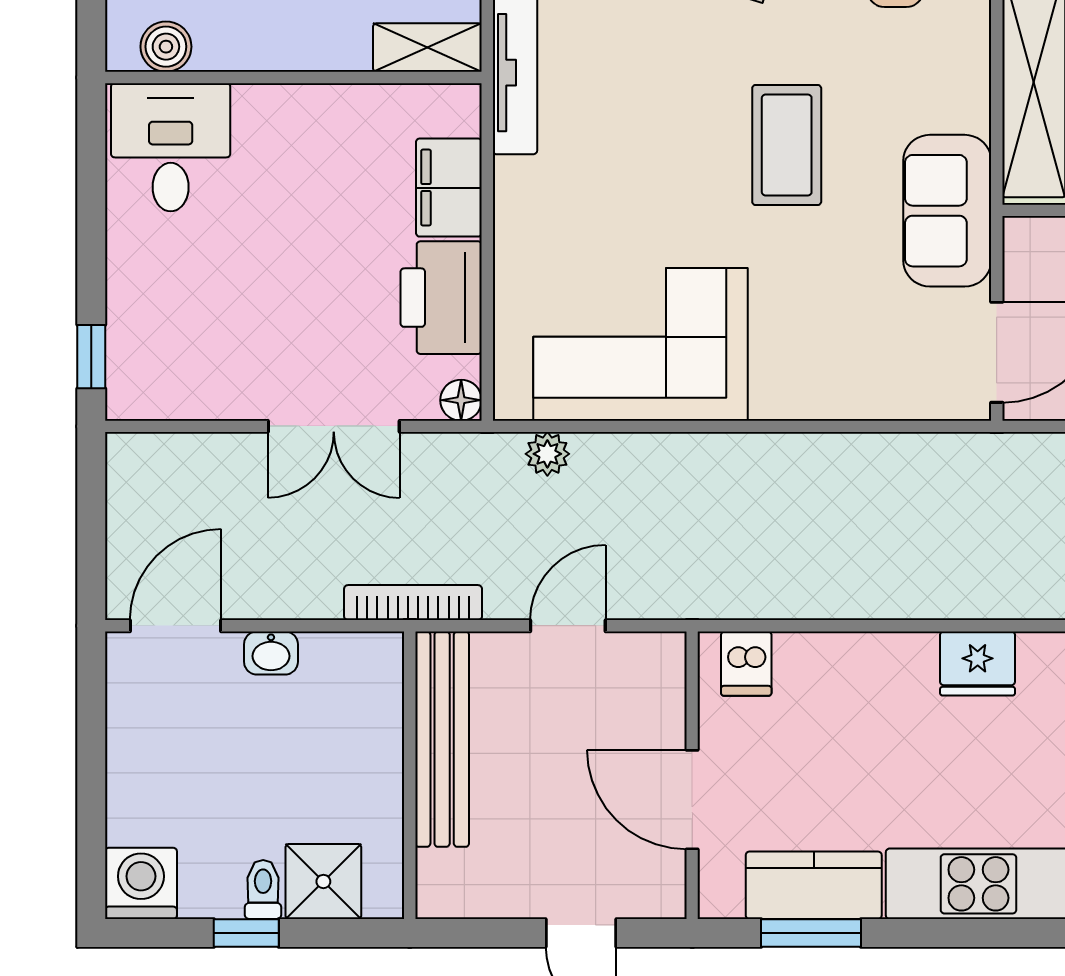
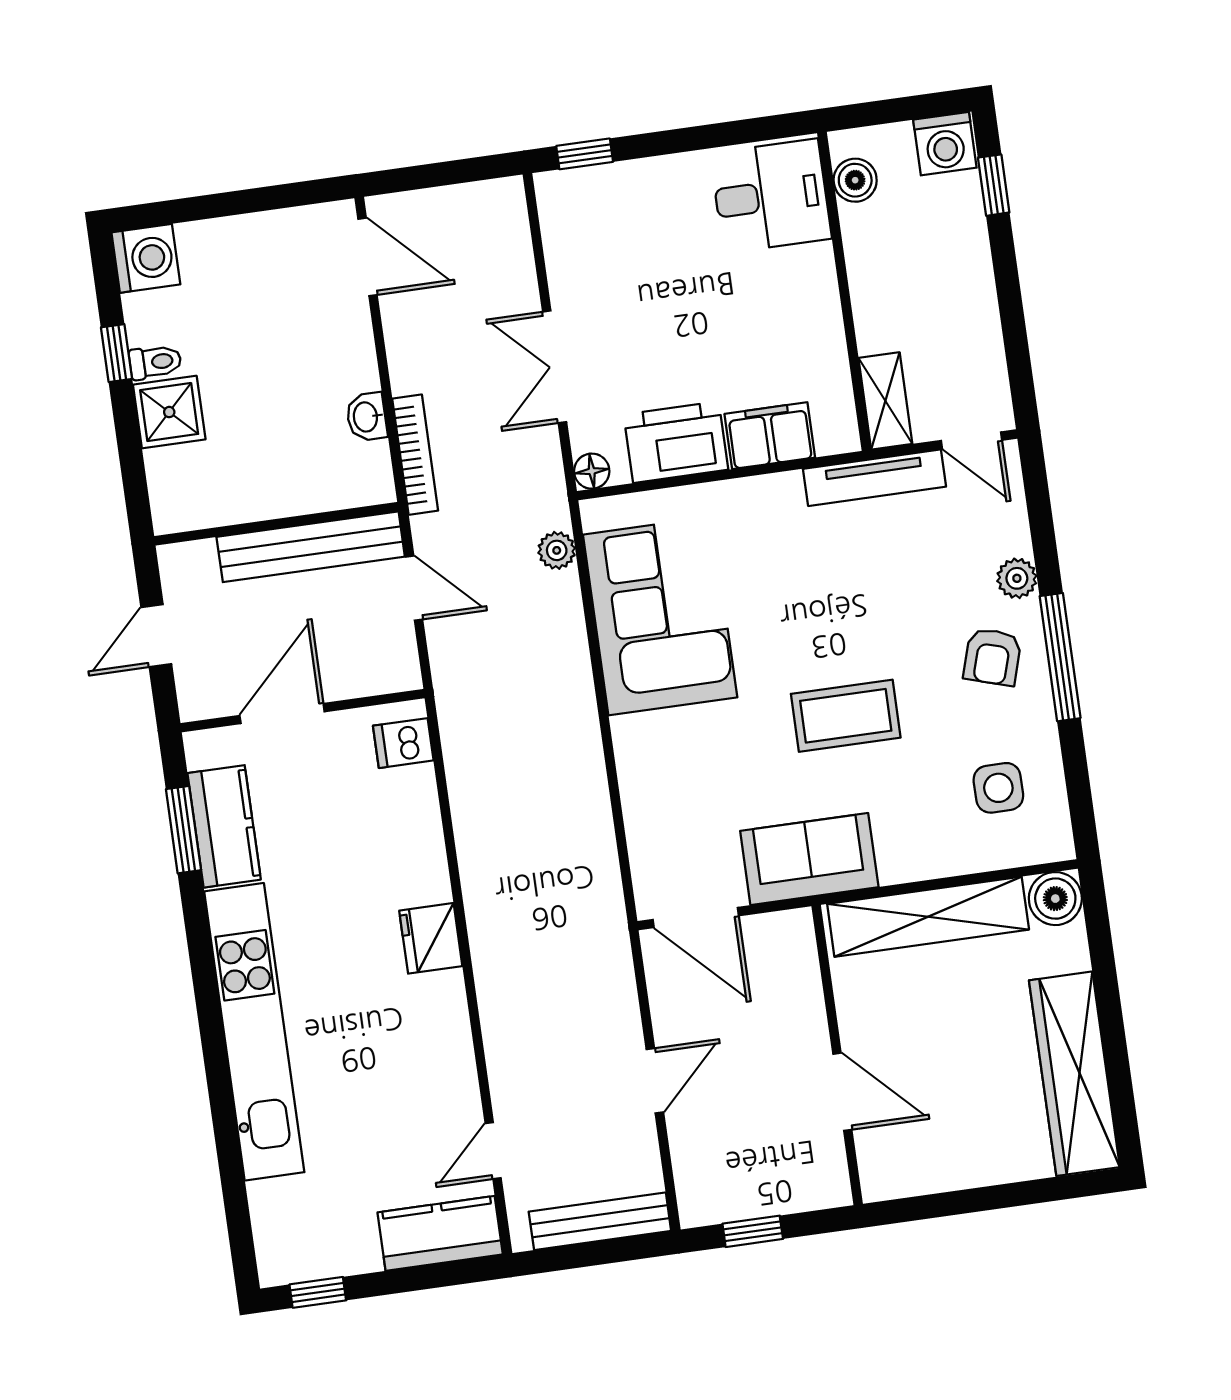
washbasin: (271, 653) -> (367, 417), moved
bench: (442, 739) -> (311, 547), moved
wall: (410, 775) -> (276, 524), moved

